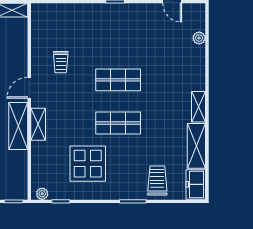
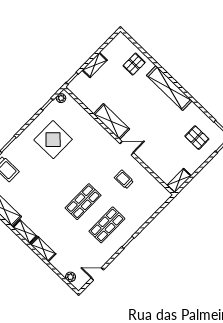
plant: (199, 38) -> (71, 277), moved
door: (29, 88) -> (127, 148), hinge flipped
shop shelf: (118, 123) -> (107, 225), moved
shelving: (38, 124) -> (43, 249), moved

